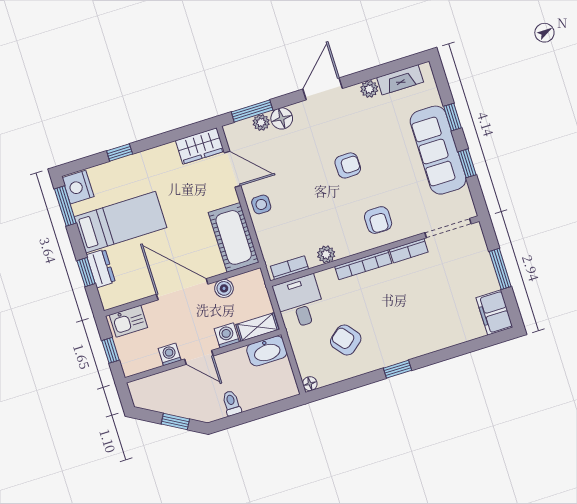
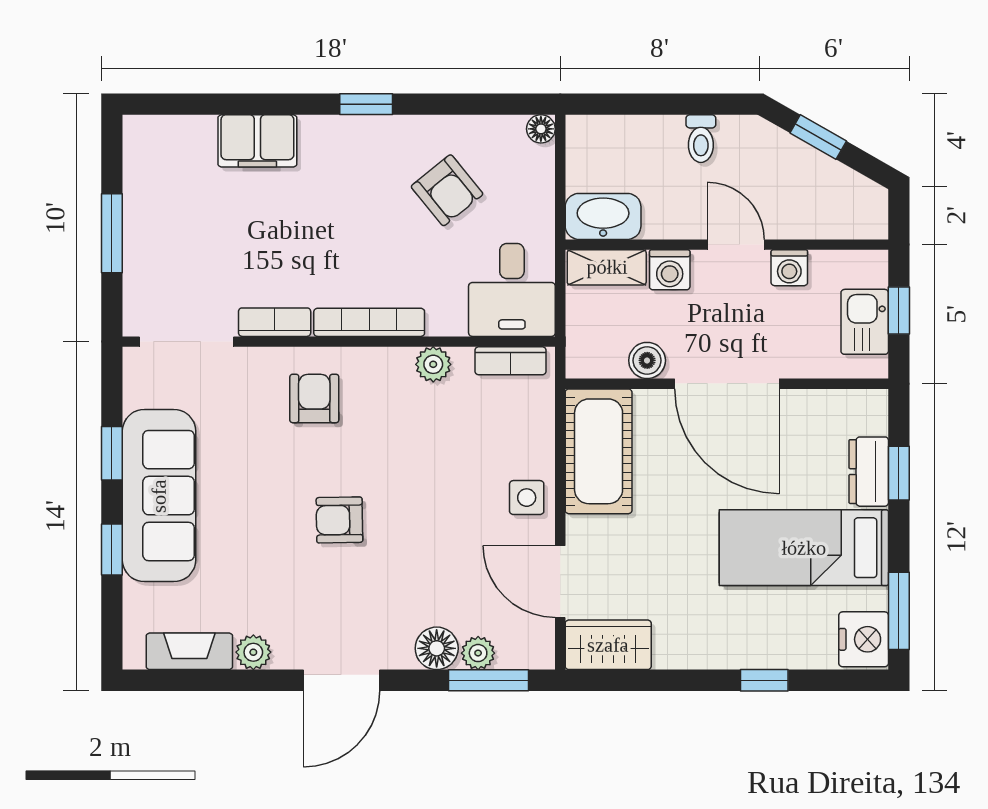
filing cabinet: (494, 313) -> (257, 141), moved, turned 90
kitchen sink: (128, 321) -> (865, 322), moved, turned -90

